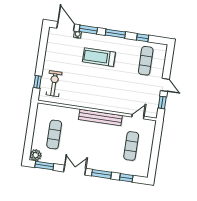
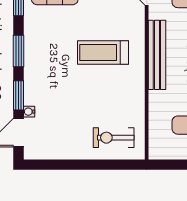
treadmill: (99, 57) -> (103, 52), moved, turned 90
window: (37, 82) -> (115, 165), removed

